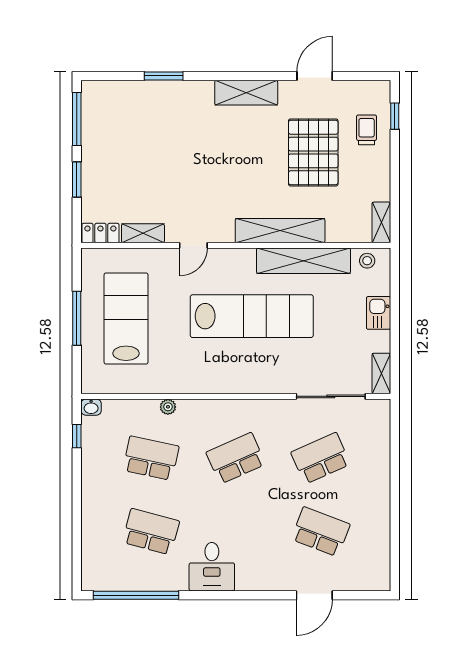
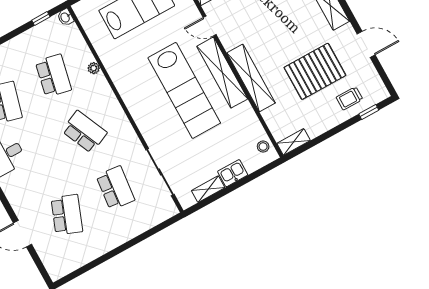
trolley: (367, 130) -> (349, 98), turned 180
shelving: (303, 261) -> (222, 73), moved
shelving: (381, 373) -> (208, 189), moved
school desk: (321, 458) -> (115, 188), turned 30

